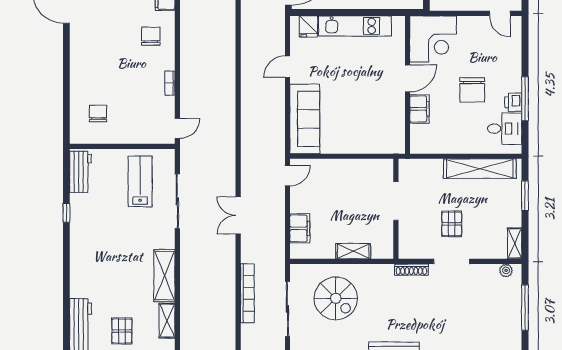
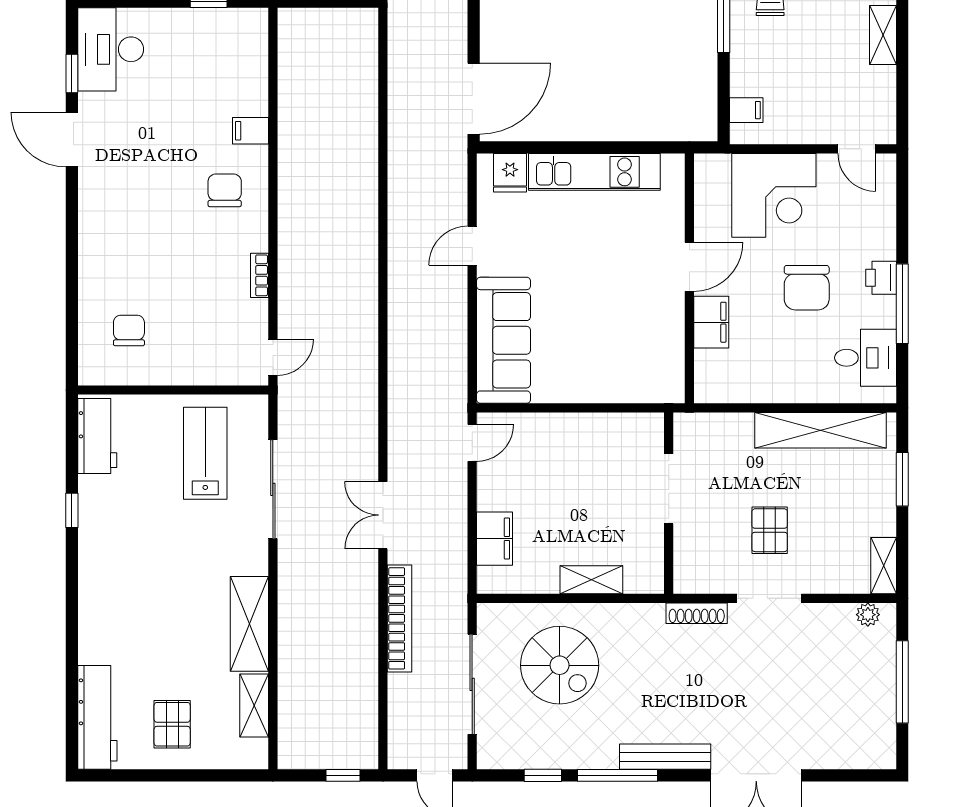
corner desk: (433, 39) -> (774, 195), moved
printer: (513, 102) -> (881, 278), moved
bookcase: (247, 293) -> (400, 618), moved

